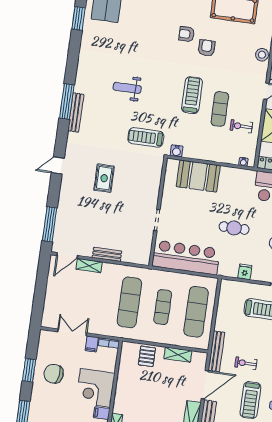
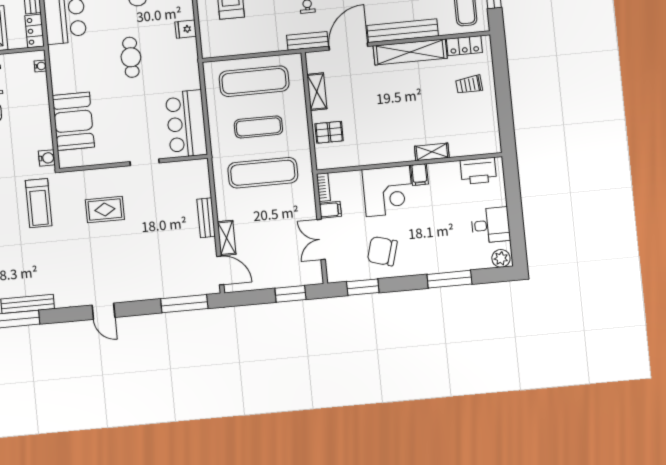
rug: (104, 178) -> (105, 210), moved
bar counter: (186, 257) -> (186, 124), width x0.73
window: (39, 301) -> (290, 294), added
bench: (216, 351) -> (308, 41), width x0.73
window: (29, 370) -> (363, 287), moved
chair: (54, 374) -> (382, 251), turned 97
door: (205, 385) -> (348, 46), hinge flipped

